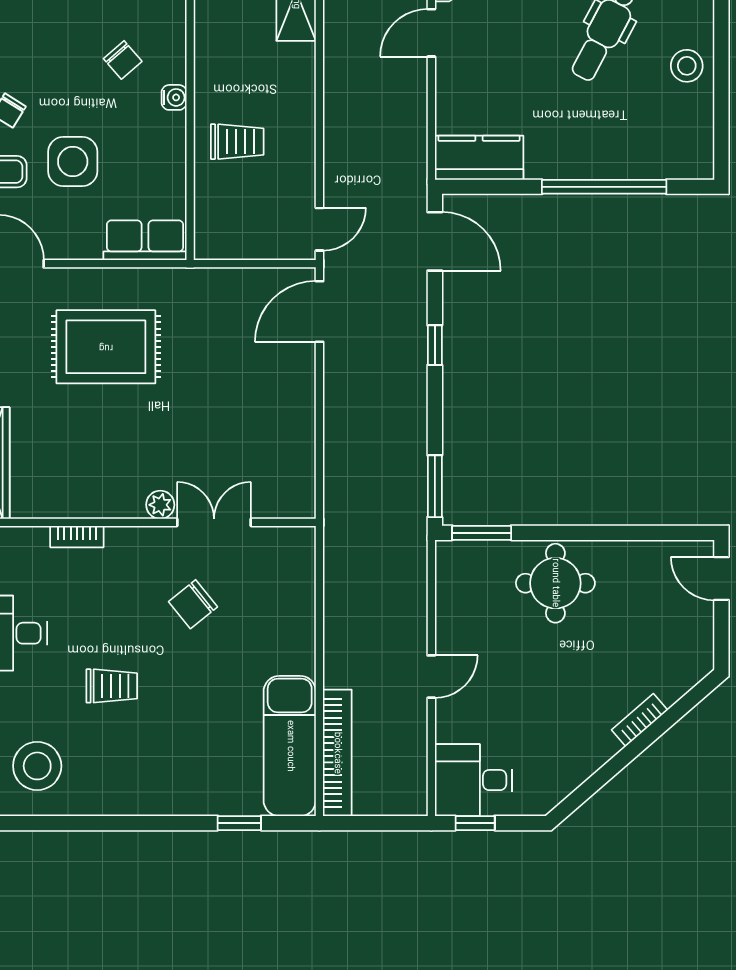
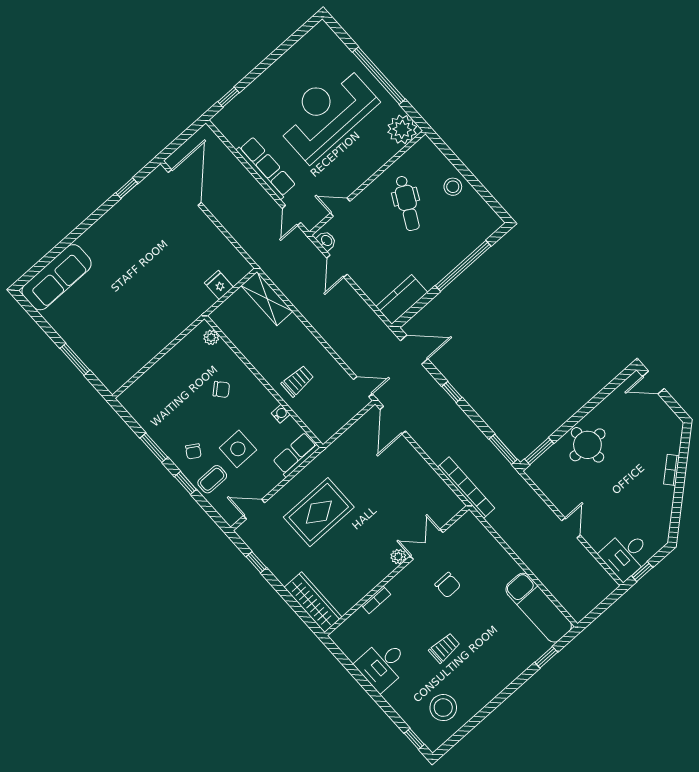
water cooler: (174, 97) -> (281, 414), moved
door: (319, 229) -> (363, 387), hinge flipped
chair: (193, 604) -> (448, 585), turned -51
bookcase: (337, 753) -> (466, 488), moved

